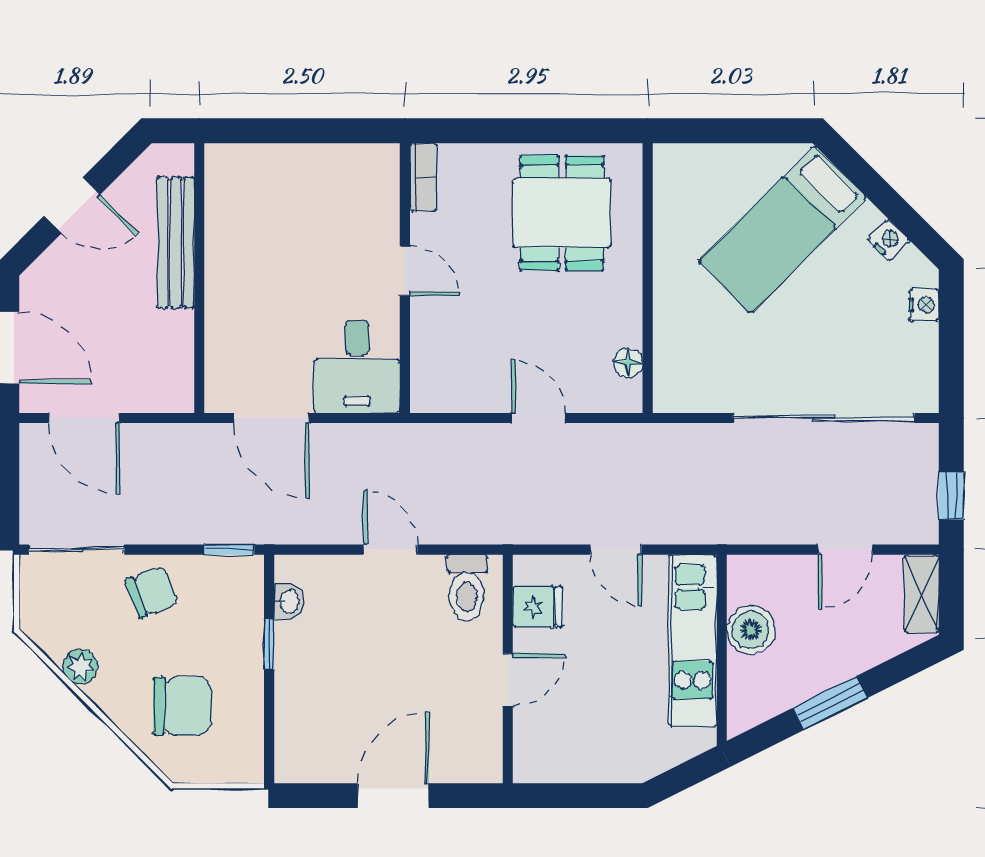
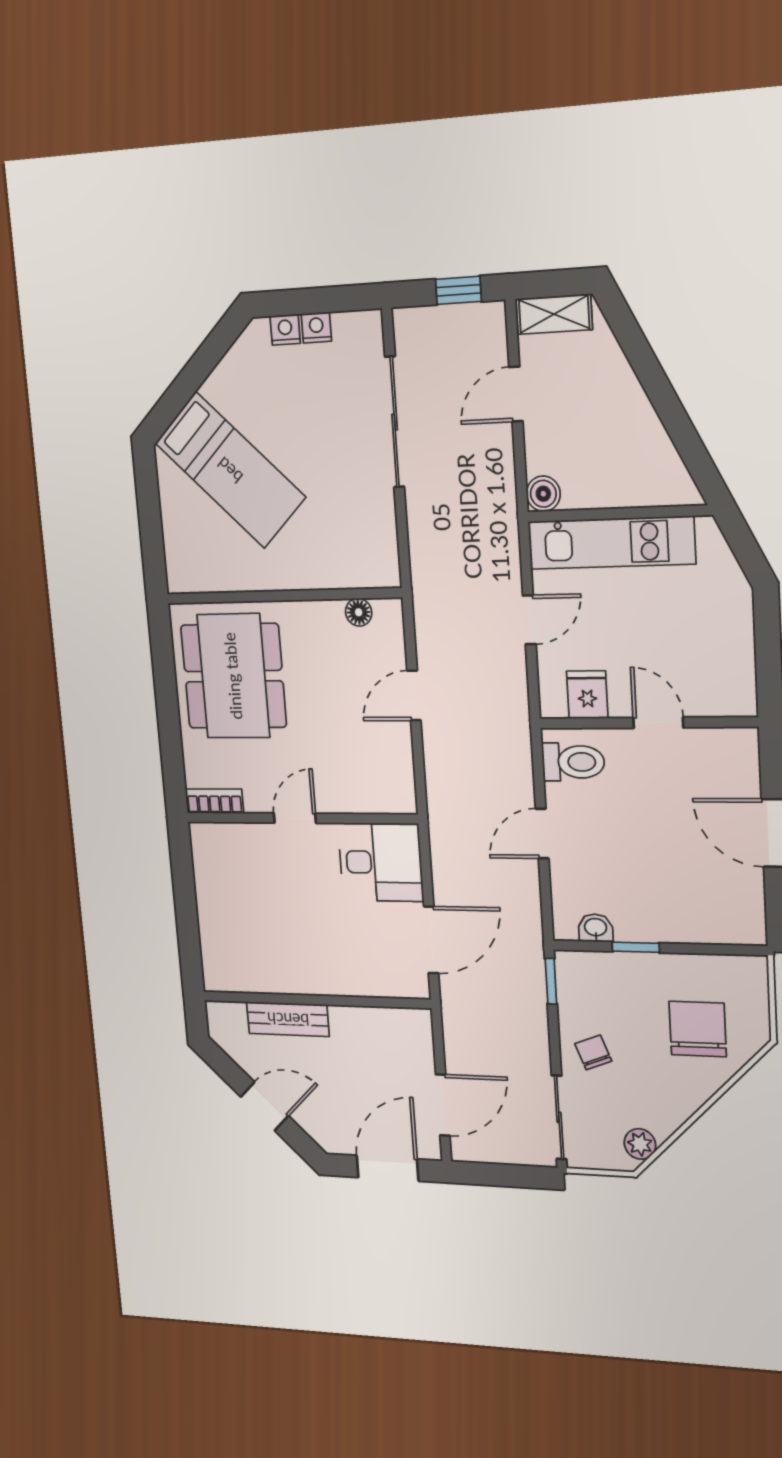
door: (72, 205) -> (265, 1106), hinge flipped
dining table: (562, 213) -> (233, 676), width x1.38
nightstand: (889, 240) -> (316, 327), moved, turned 45
bench: (176, 243) -> (288, 1019), width x0.73
sliding door: (824, 418) -> (395, 422), width x0.73
door: (845, 550) -> (516, 394), swing flipped
chair: (152, 592) -> (593, 1052), width x0.73, depth x0.73
boiler: (751, 630) -> (543, 494), moved, width x0.73, depth x0.73
plant: (80, 666) -> (640, 1144), moved
window: (830, 703) -> (665, 402), removed

